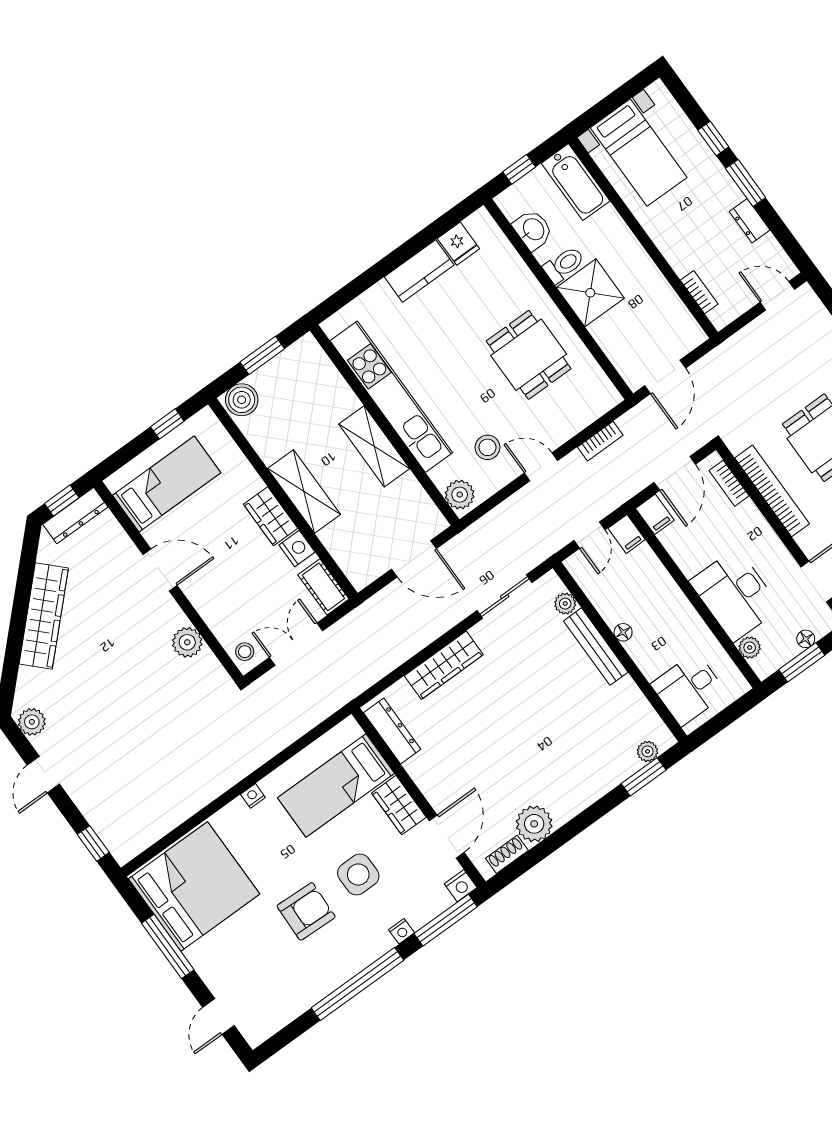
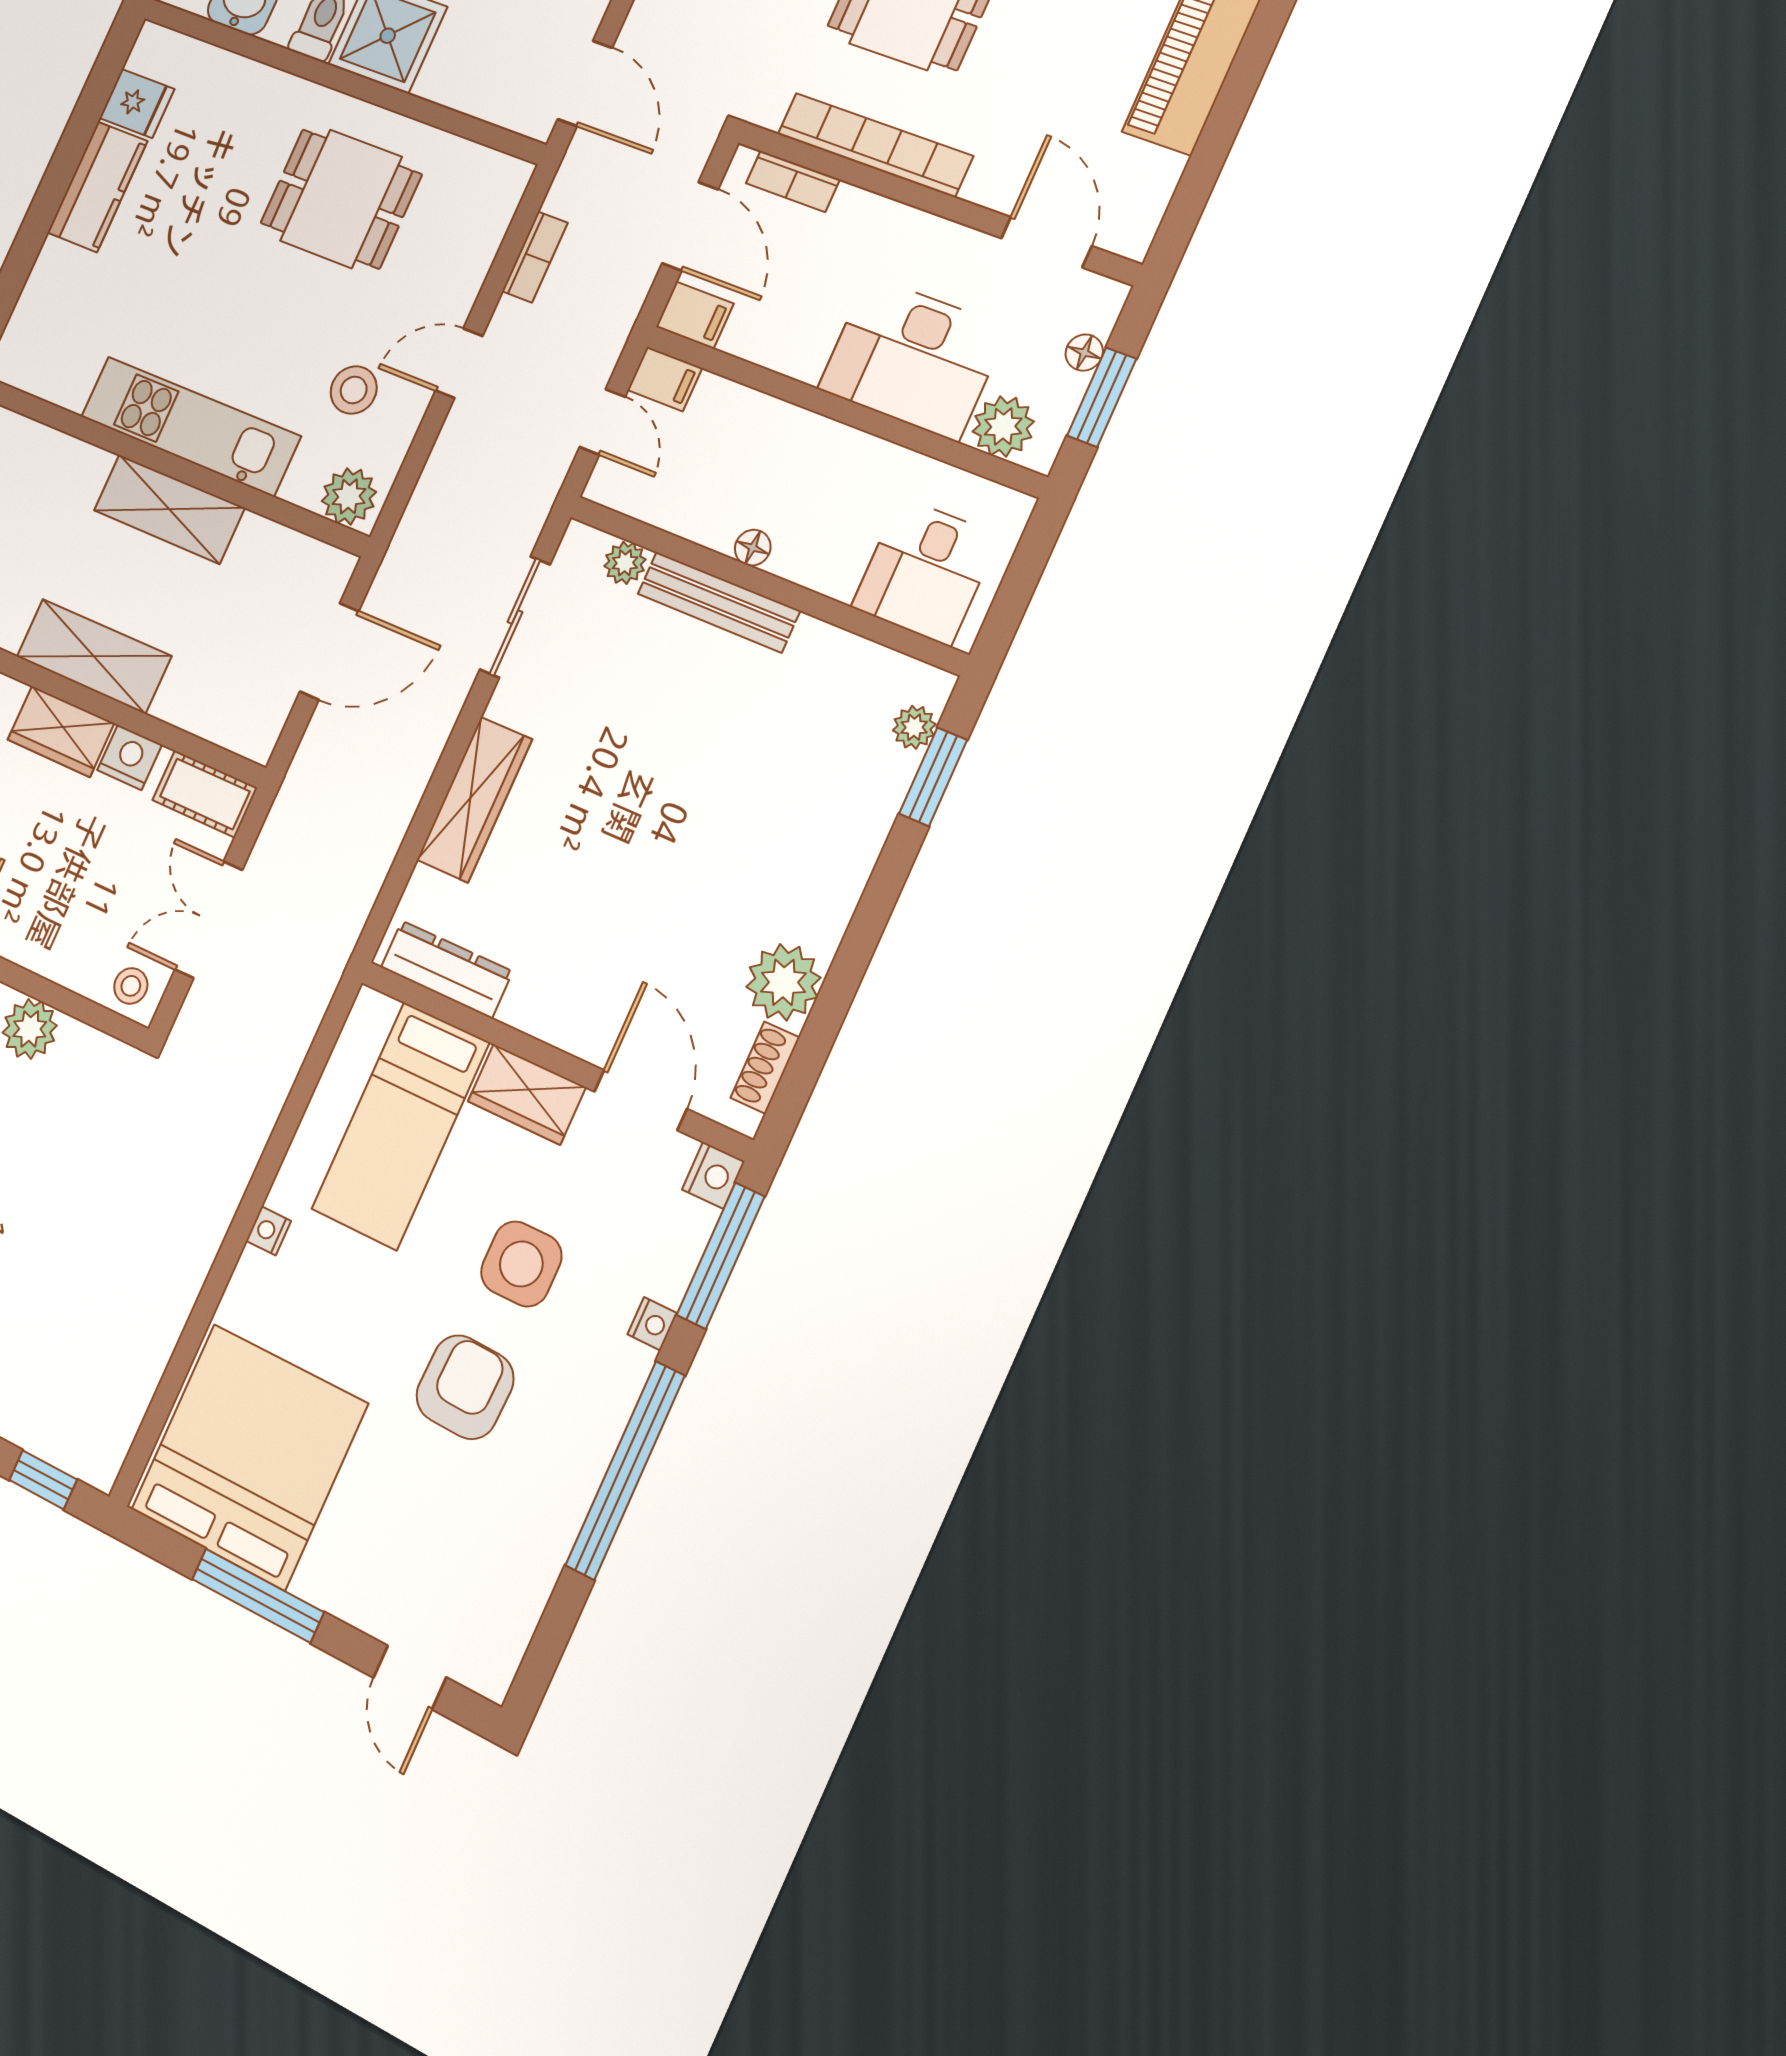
kitchen unit: (391, 397) -> (190, 426), width x0.73
plant: (750, 648) -> (1003, 427), width x1.38, depth x1.38

